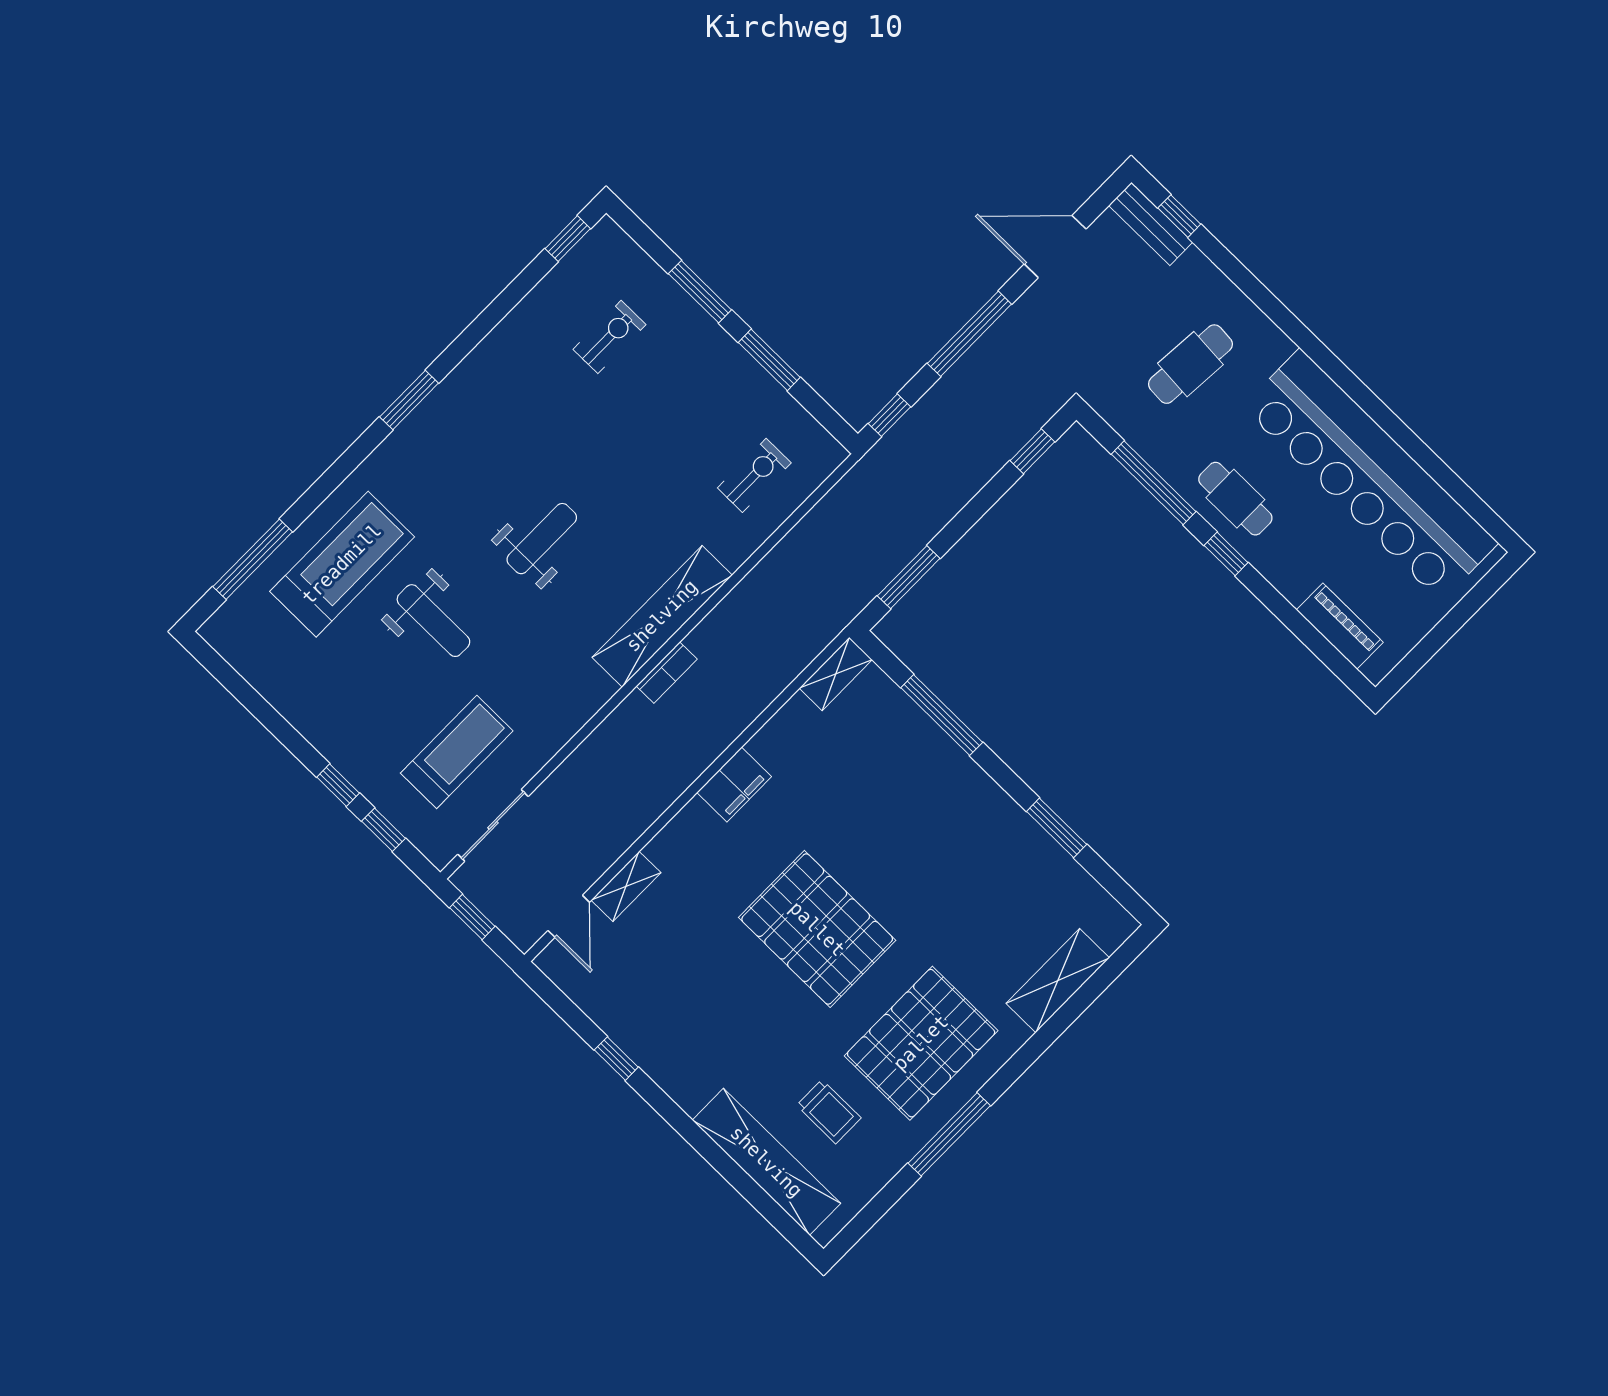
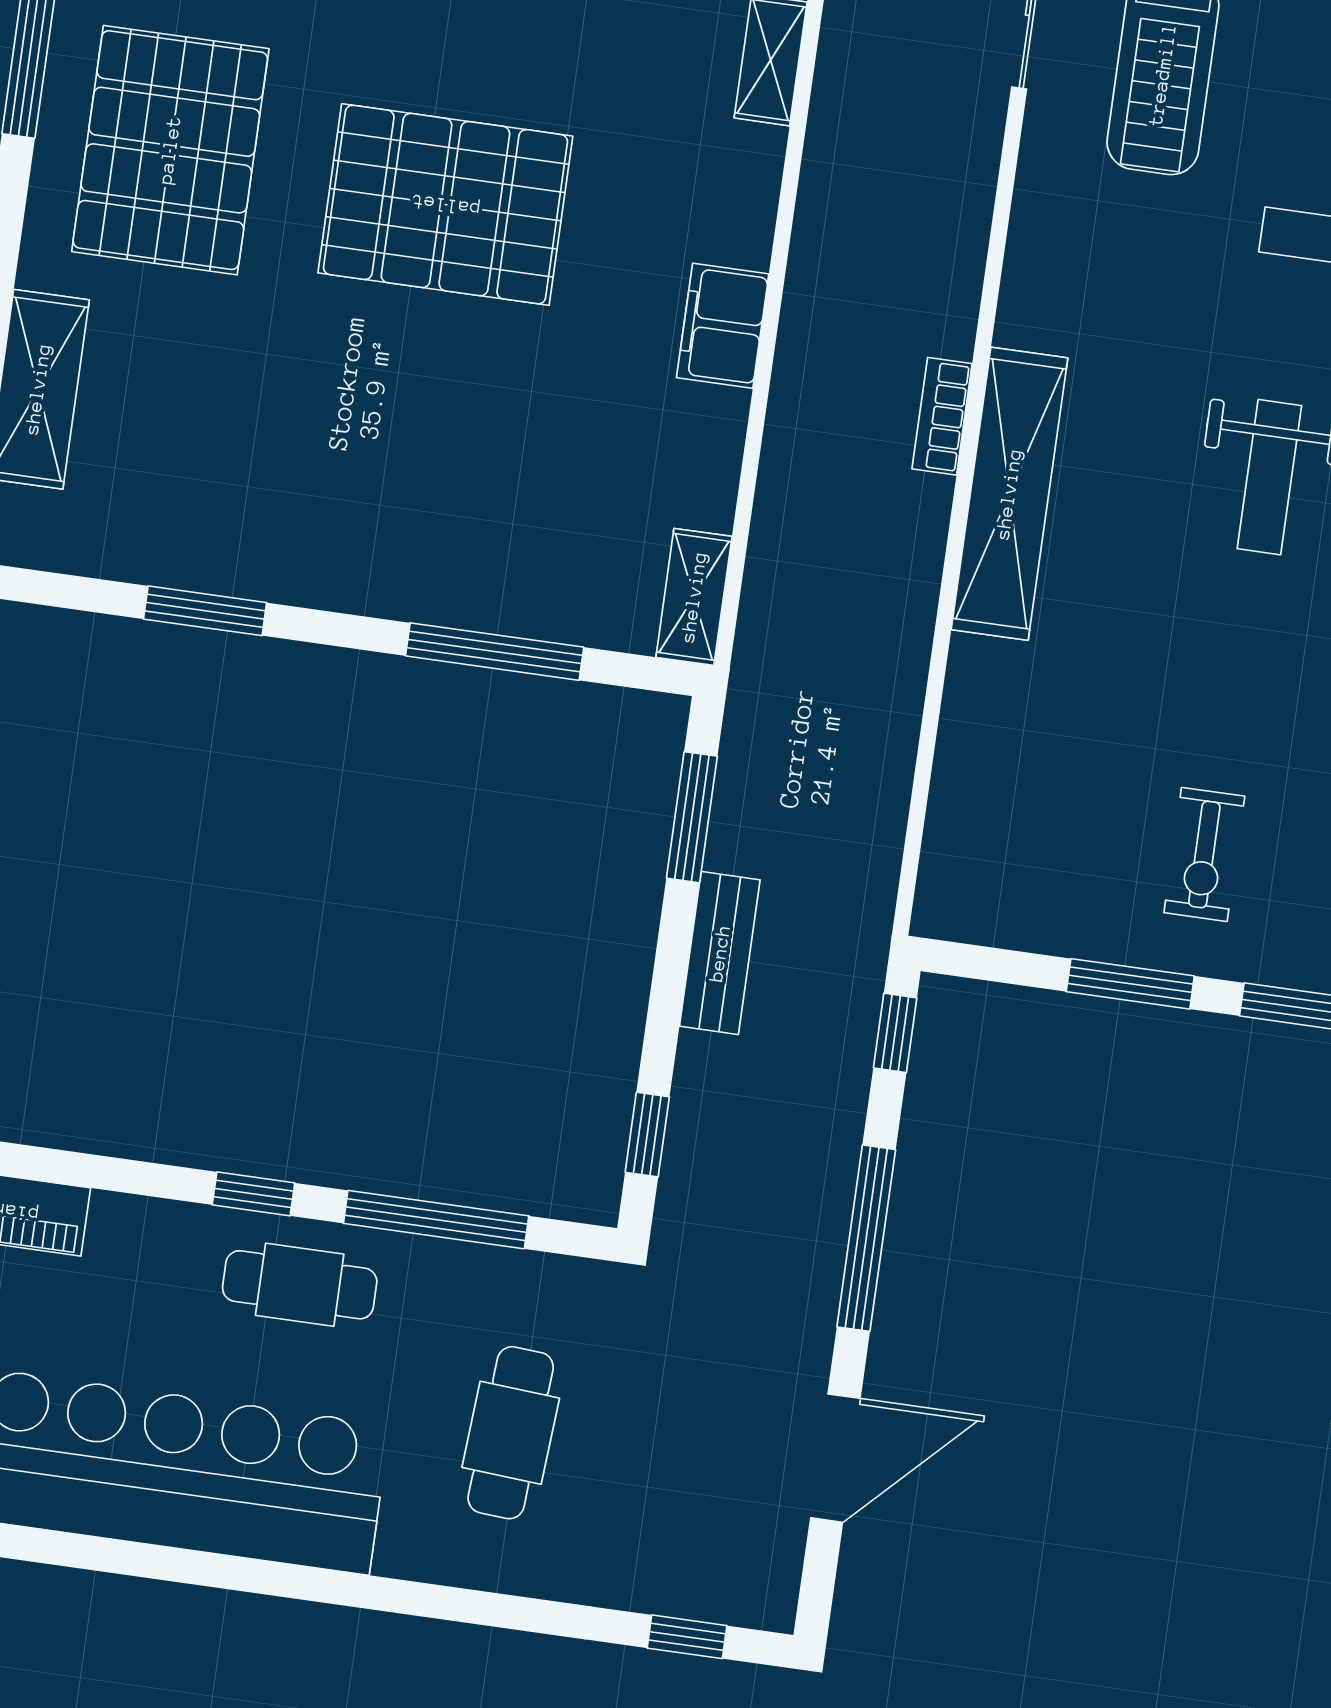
bench: (1151, 224) -> (720, 953), moved, turned 90
exercise bike: (754, 475) -> (1204, 854), moved

